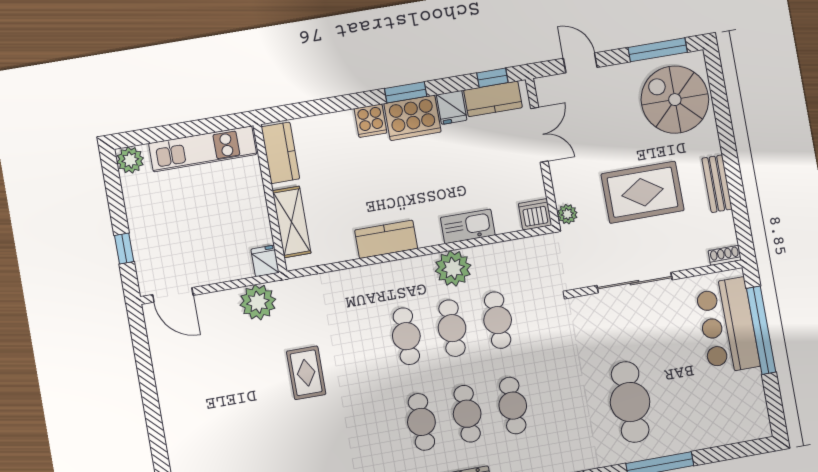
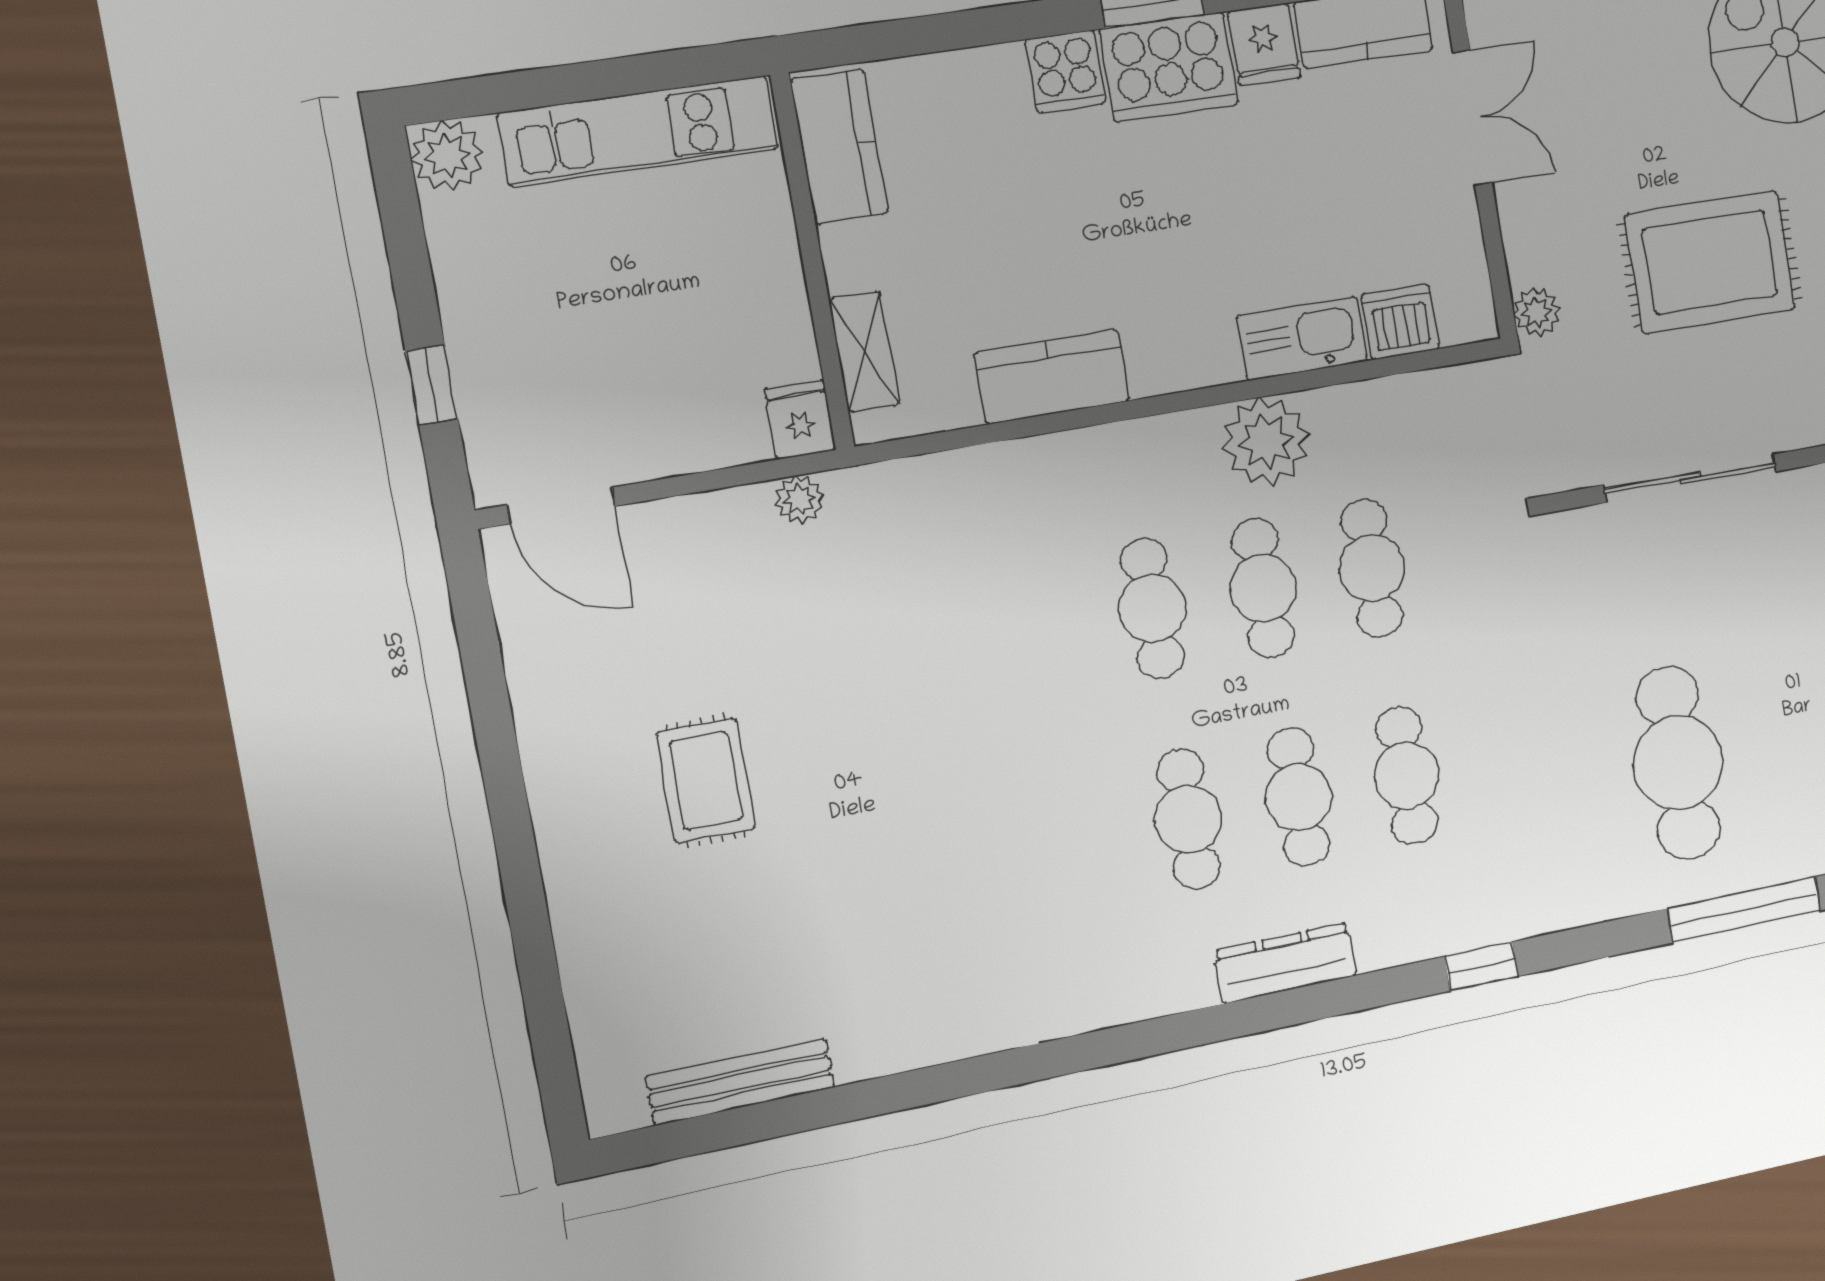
dishwasher: (535, 214) -> (1400, 322), moved
shelving: (292, 222) -> (864, 352), width x0.67, depth x0.75
kitchen counter: (386, 239) -> (1052, 377), moved
plant: (258, 302) -> (799, 500), width x0.53, depth x0.53
rug: (306, 373) -> (706, 781), moved

